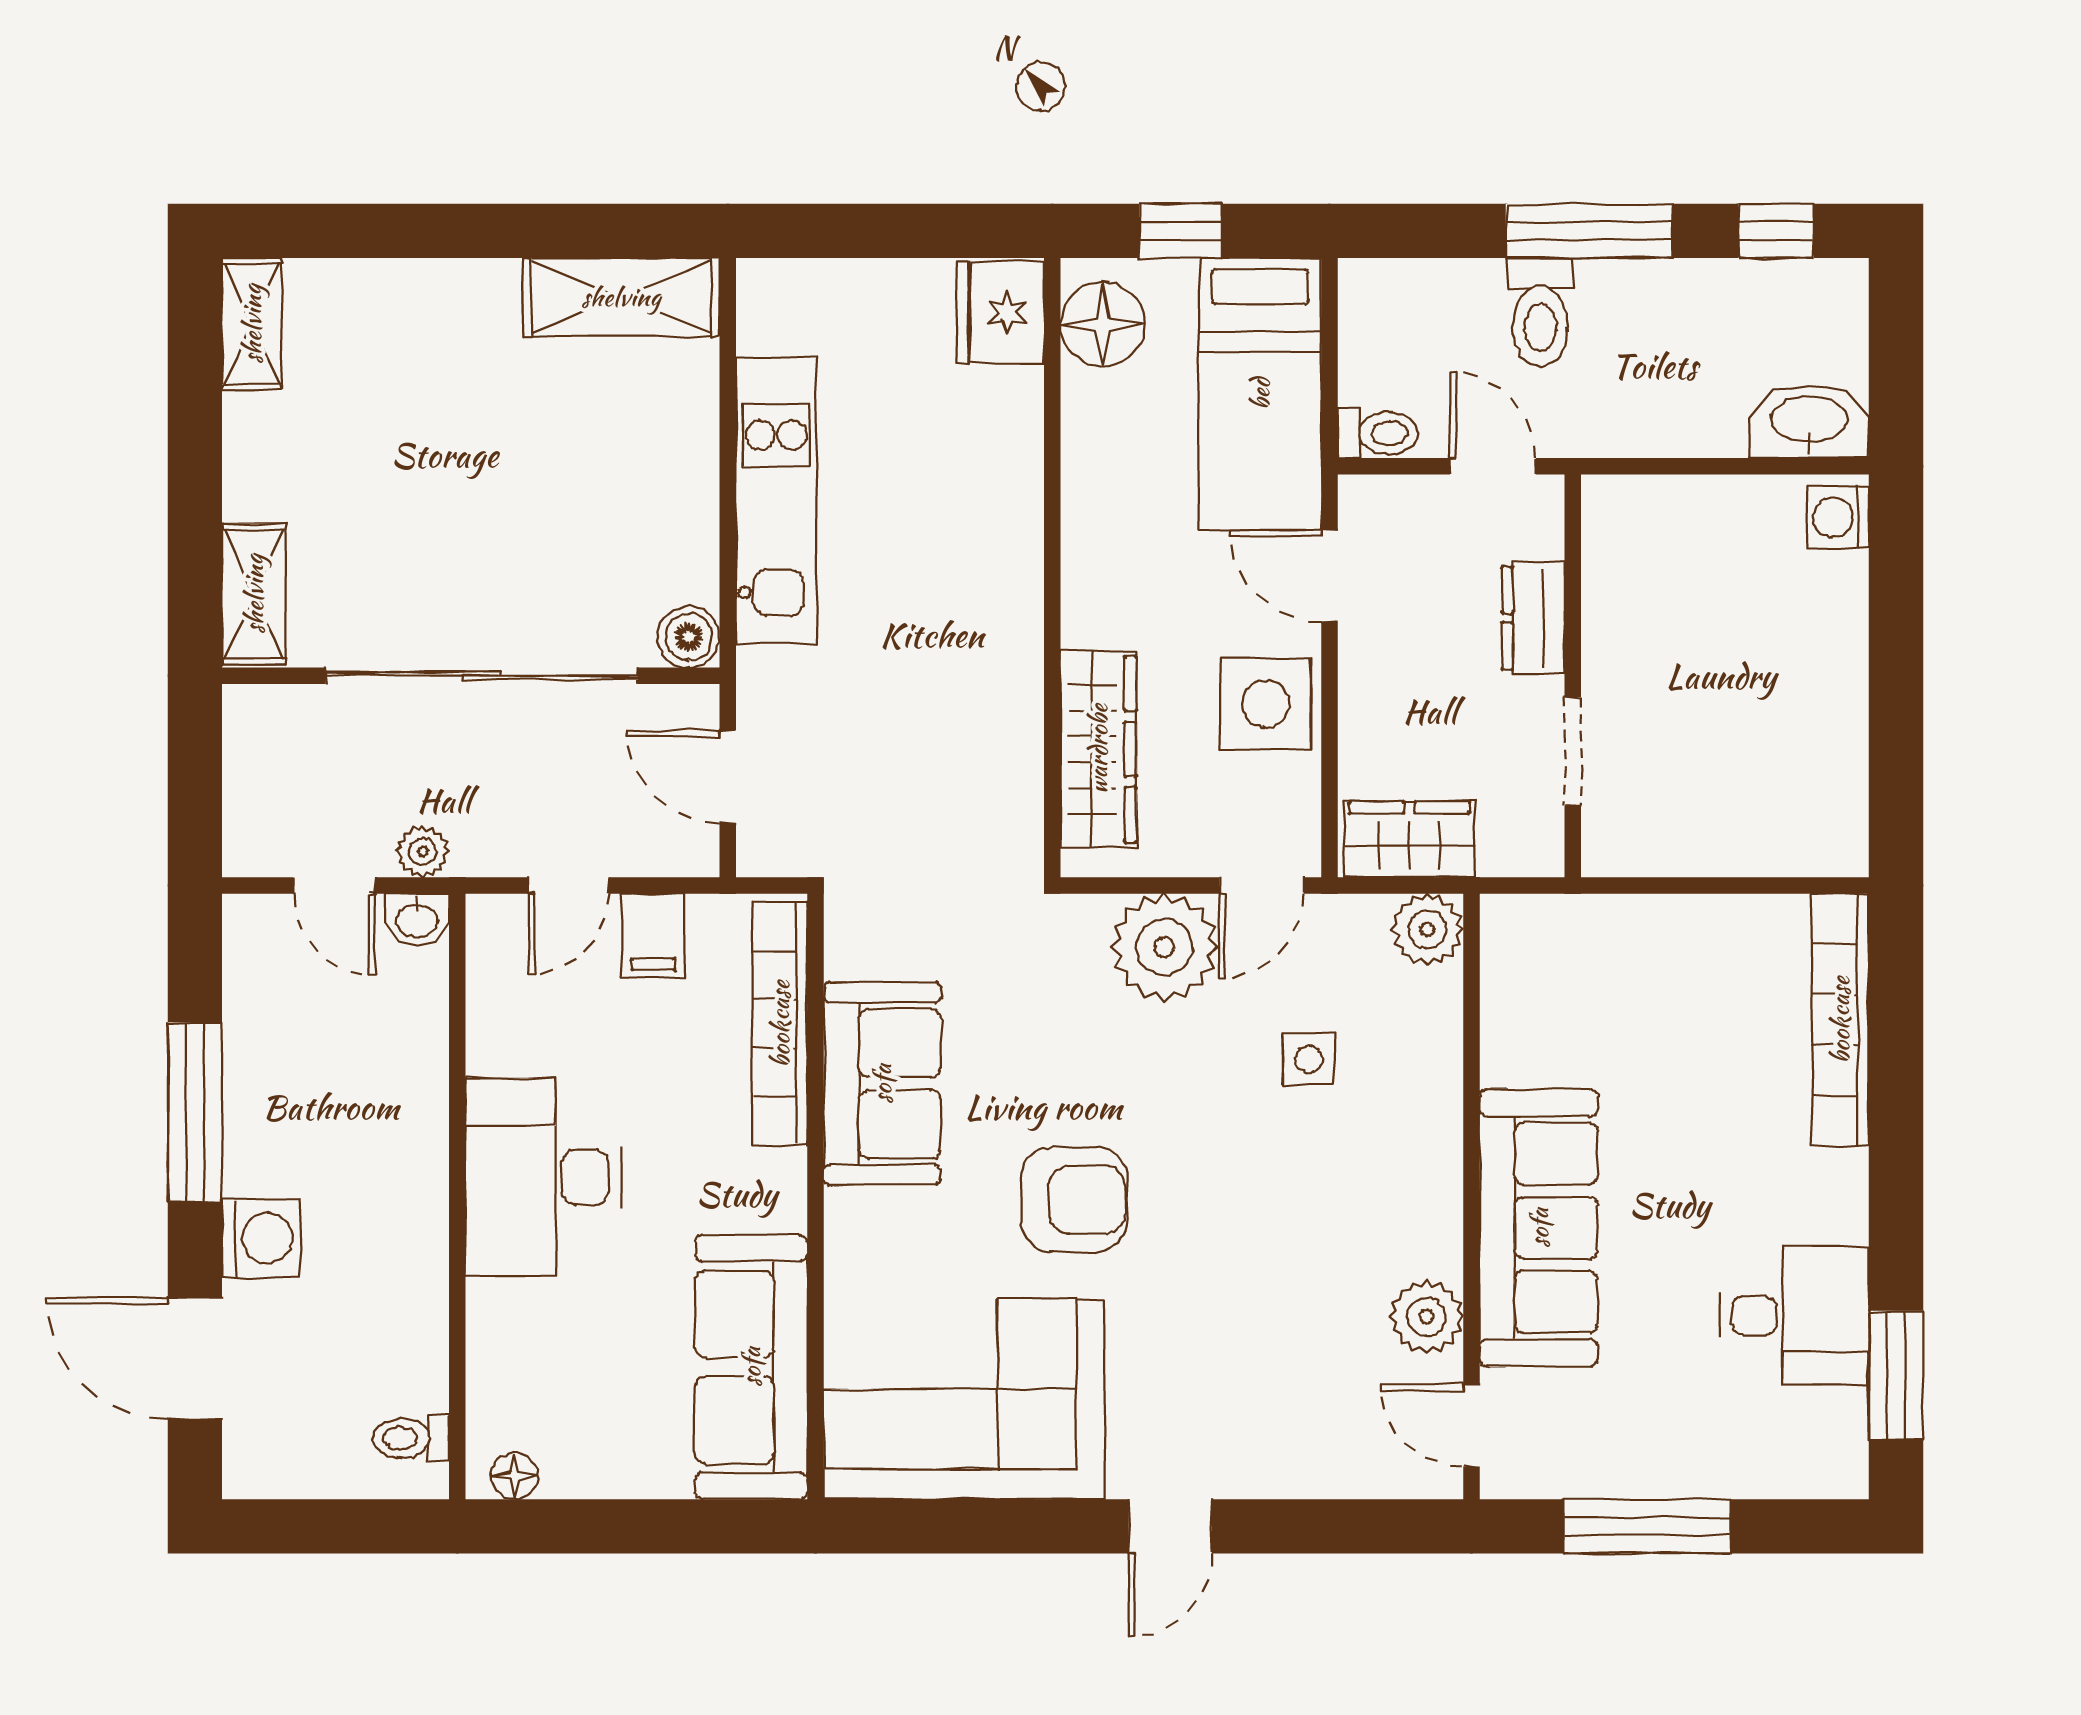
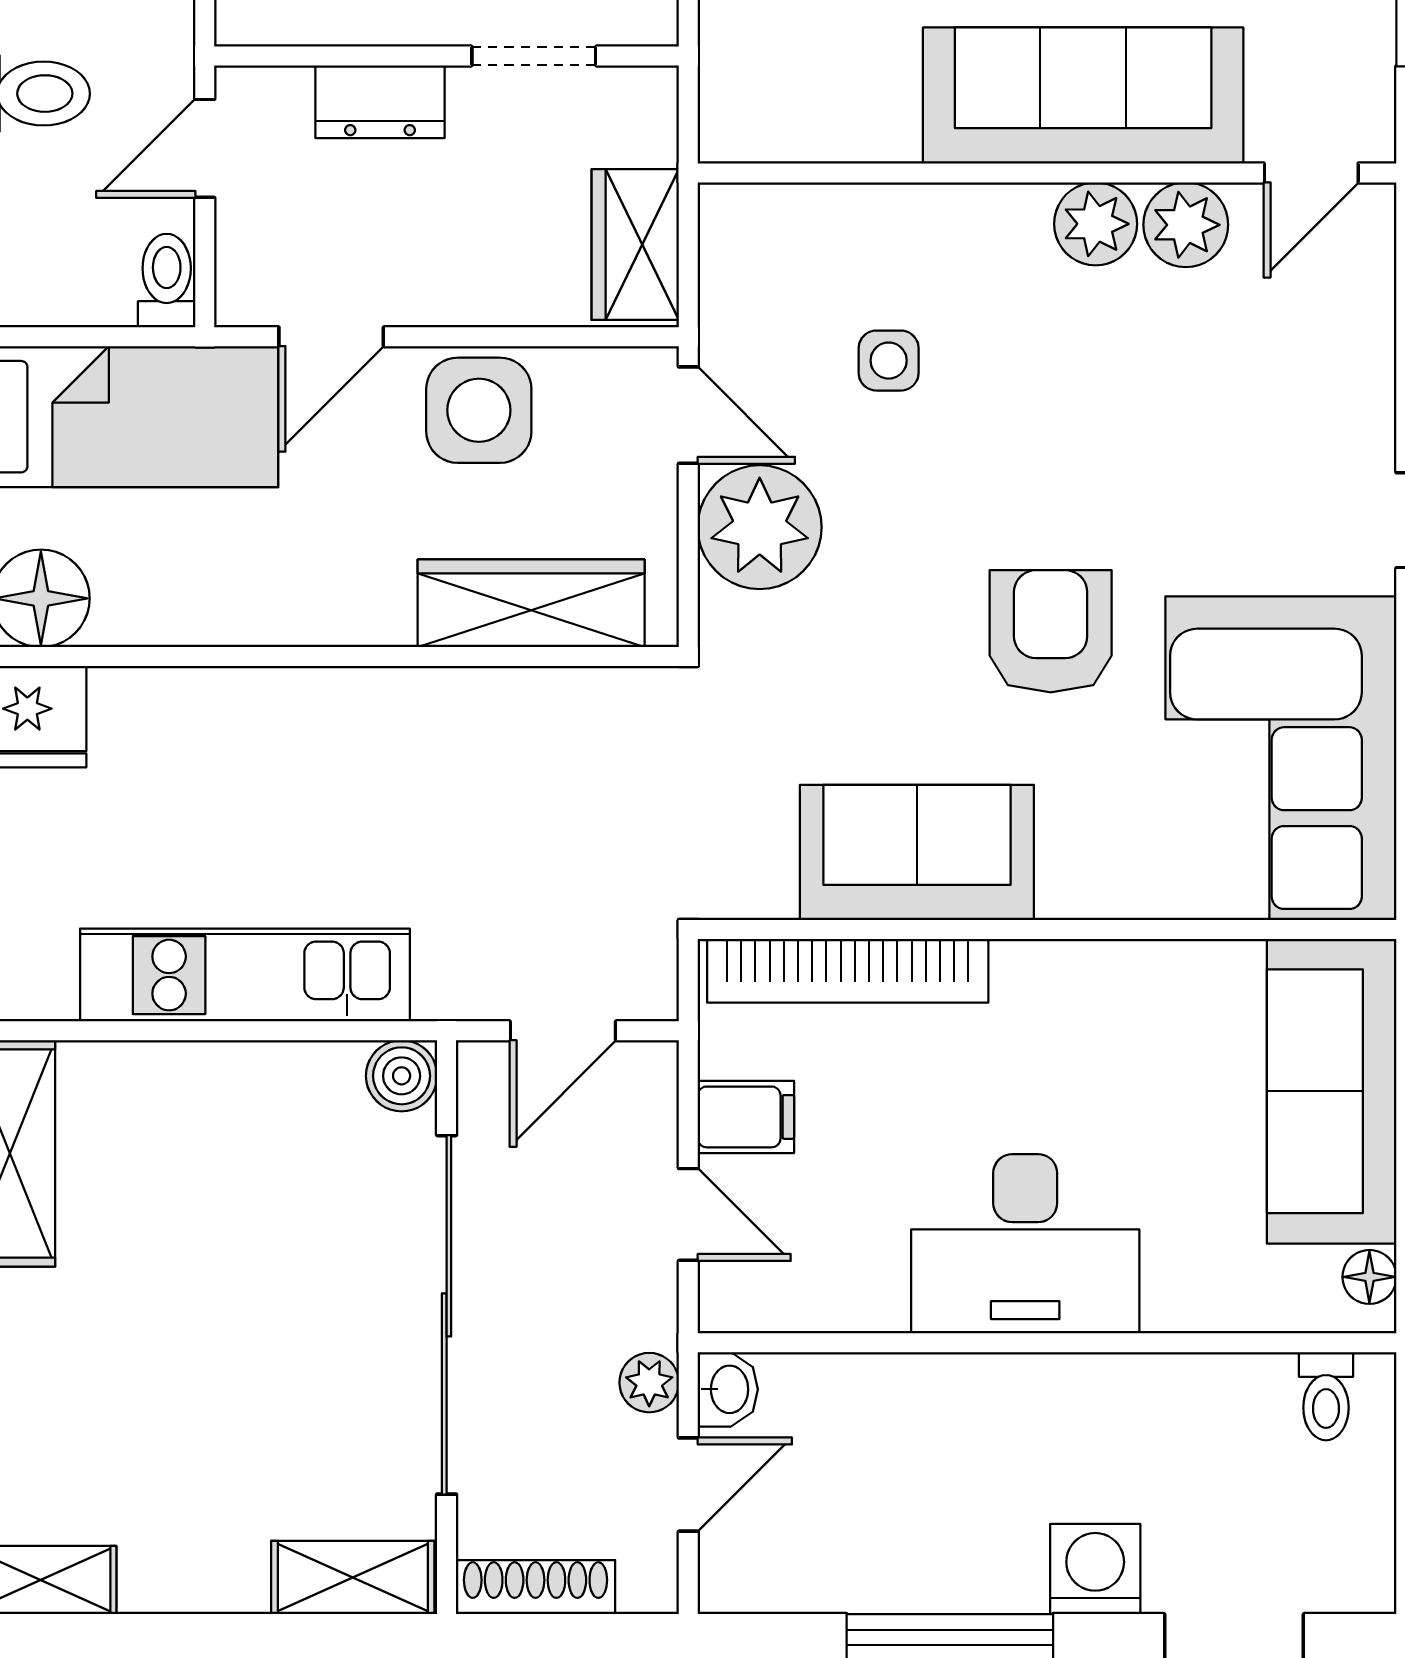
shoe rack: (245, 753) -> (536, 1587), added
plant: (1427, 930) -> (1096, 224), moved
sofa: (751, 1367) -> (1332, 1091), moved, turned 90

